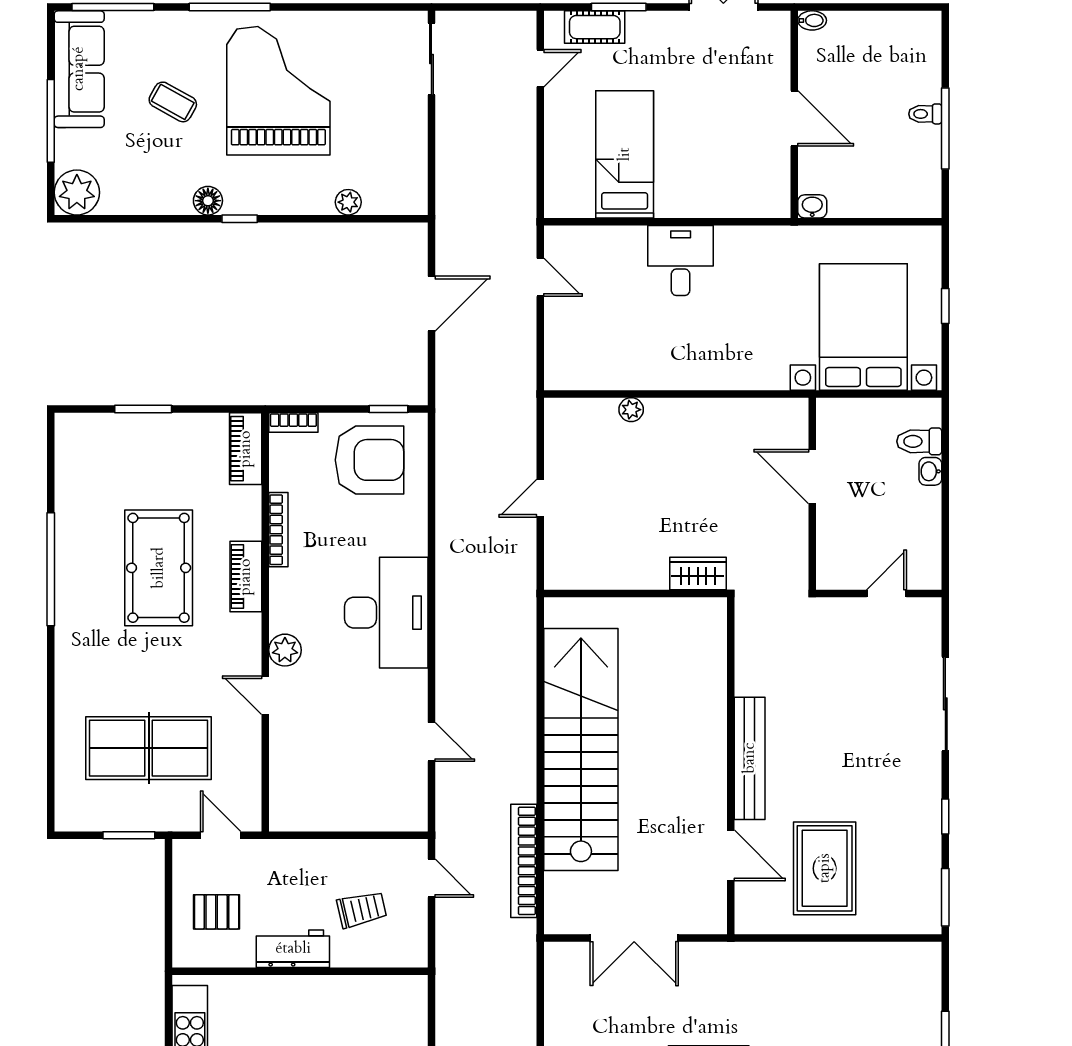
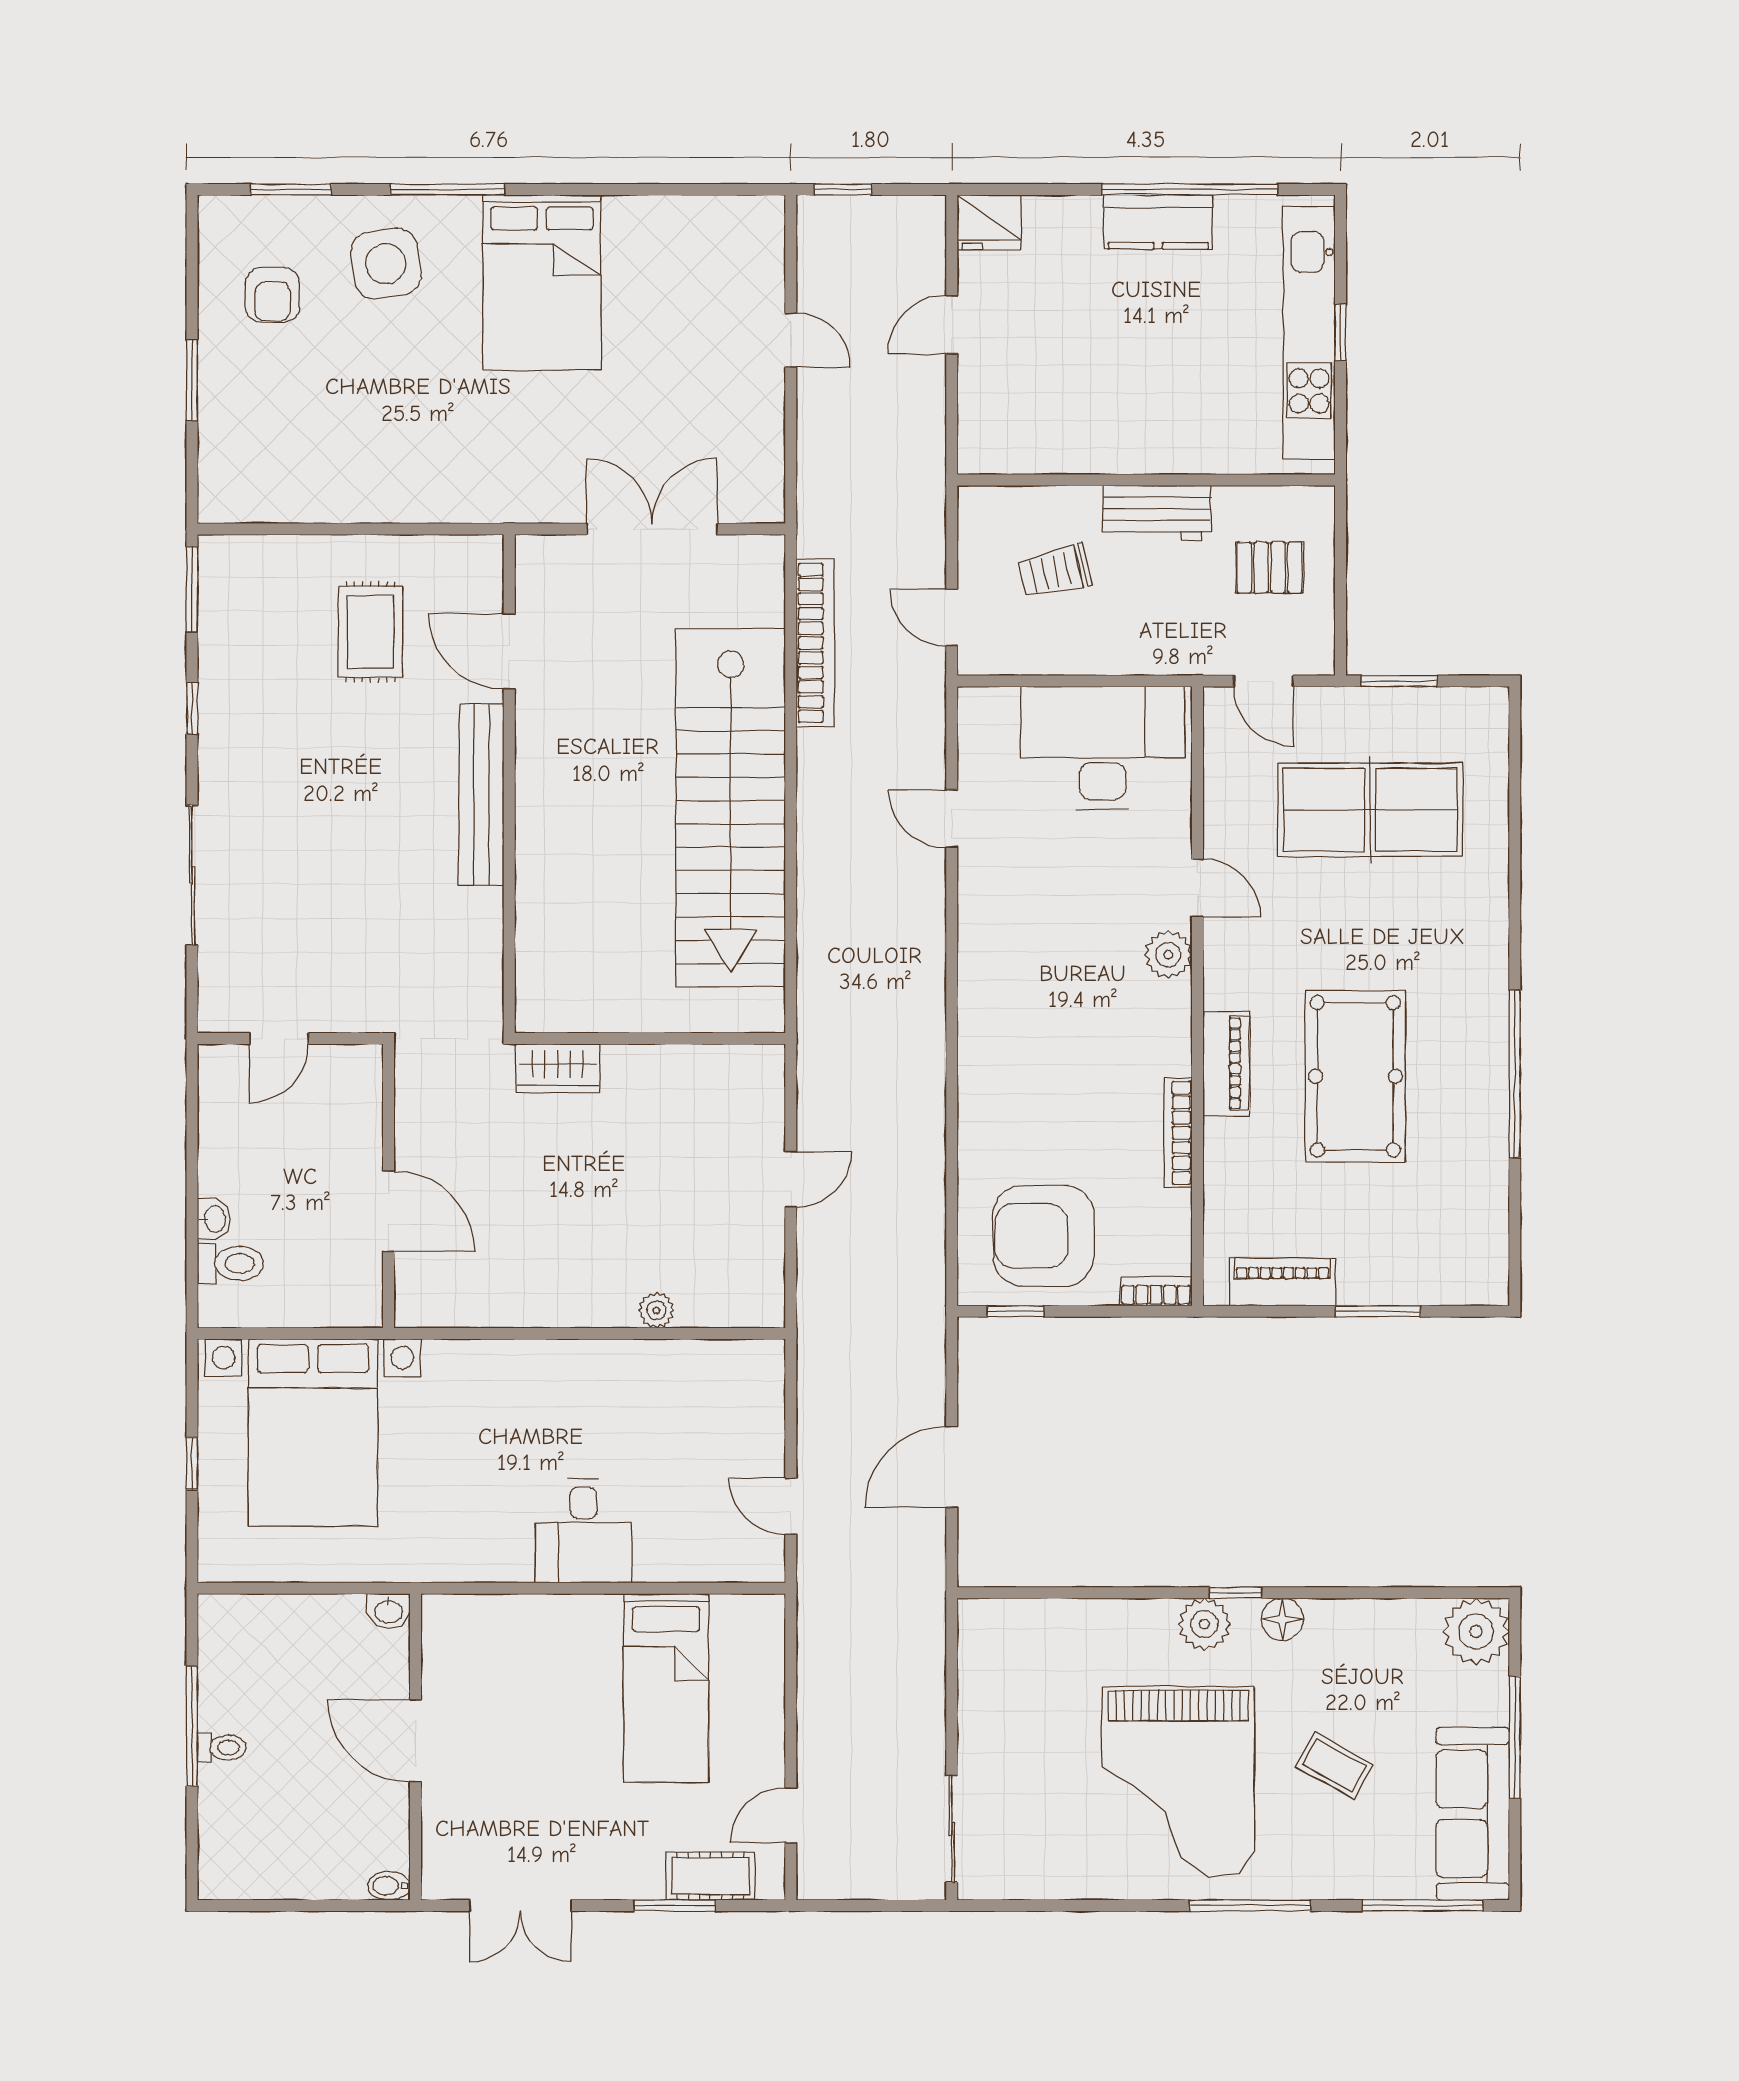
plant: (348, 202) -> (1204, 1624), moved, width x1.38, depth x1.38
piano: (246, 449) -> (1283, 1282), moved, turned -90
desk: (386, 613) -> (1102, 748), moved, turned 90
rug: (825, 868) -> (370, 632), width x0.73, depth x0.70

